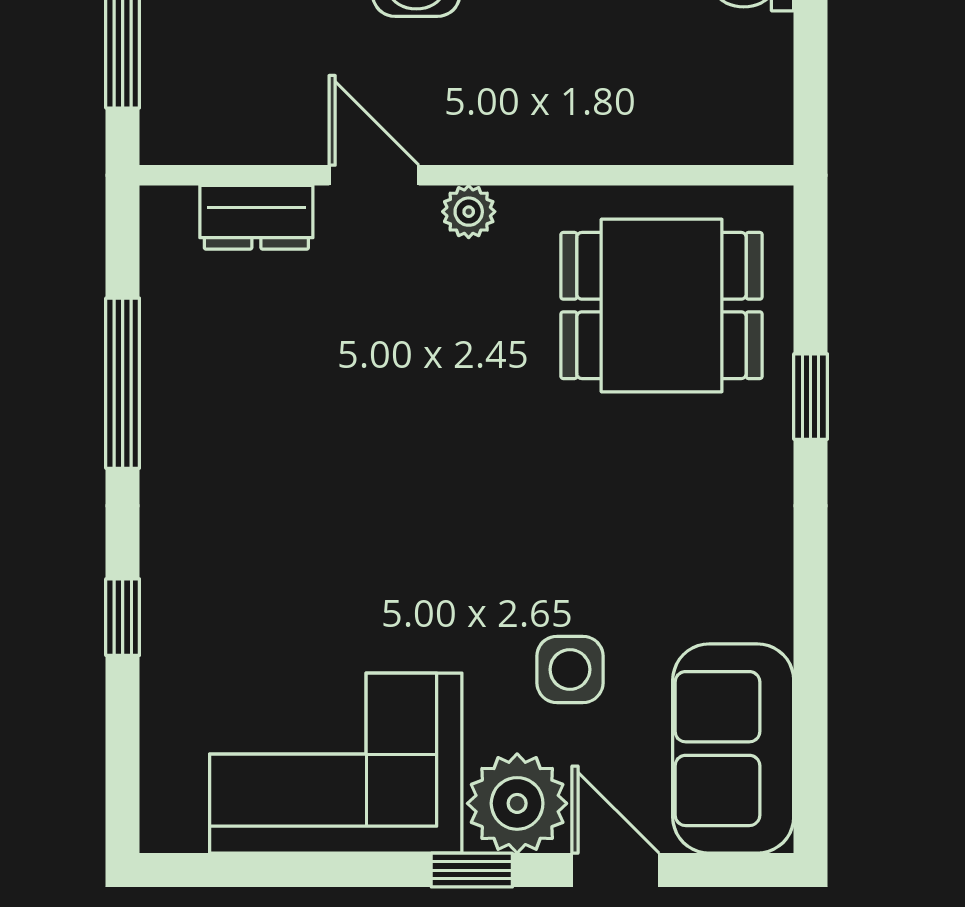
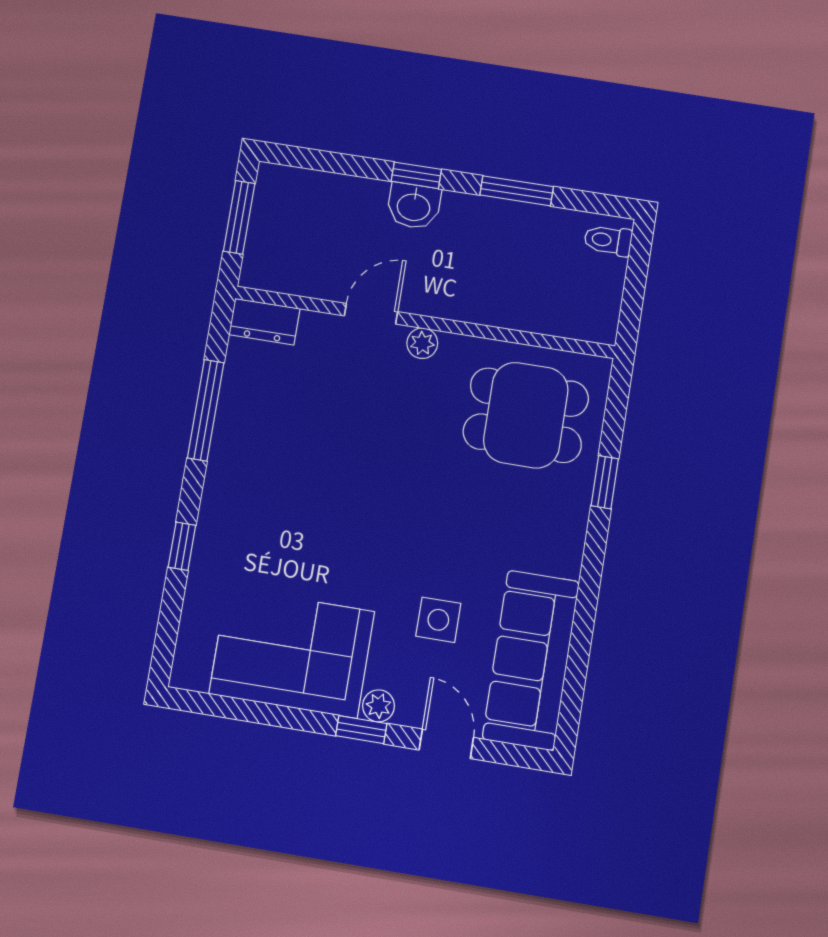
door: (374, 175) -> (371, 314), hinge flipped
dresser: (256, 217) -> (264, 322), moved
sofa: (733, 749) -> (531, 660), width x1.36
plant: (517, 803) -> (379, 706), width x0.53, depth x0.53

